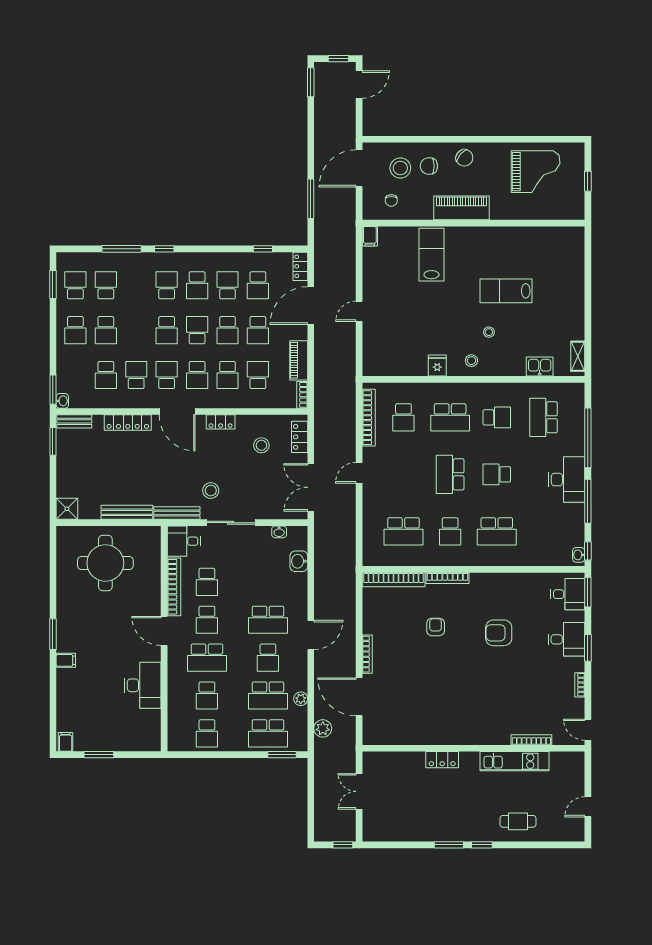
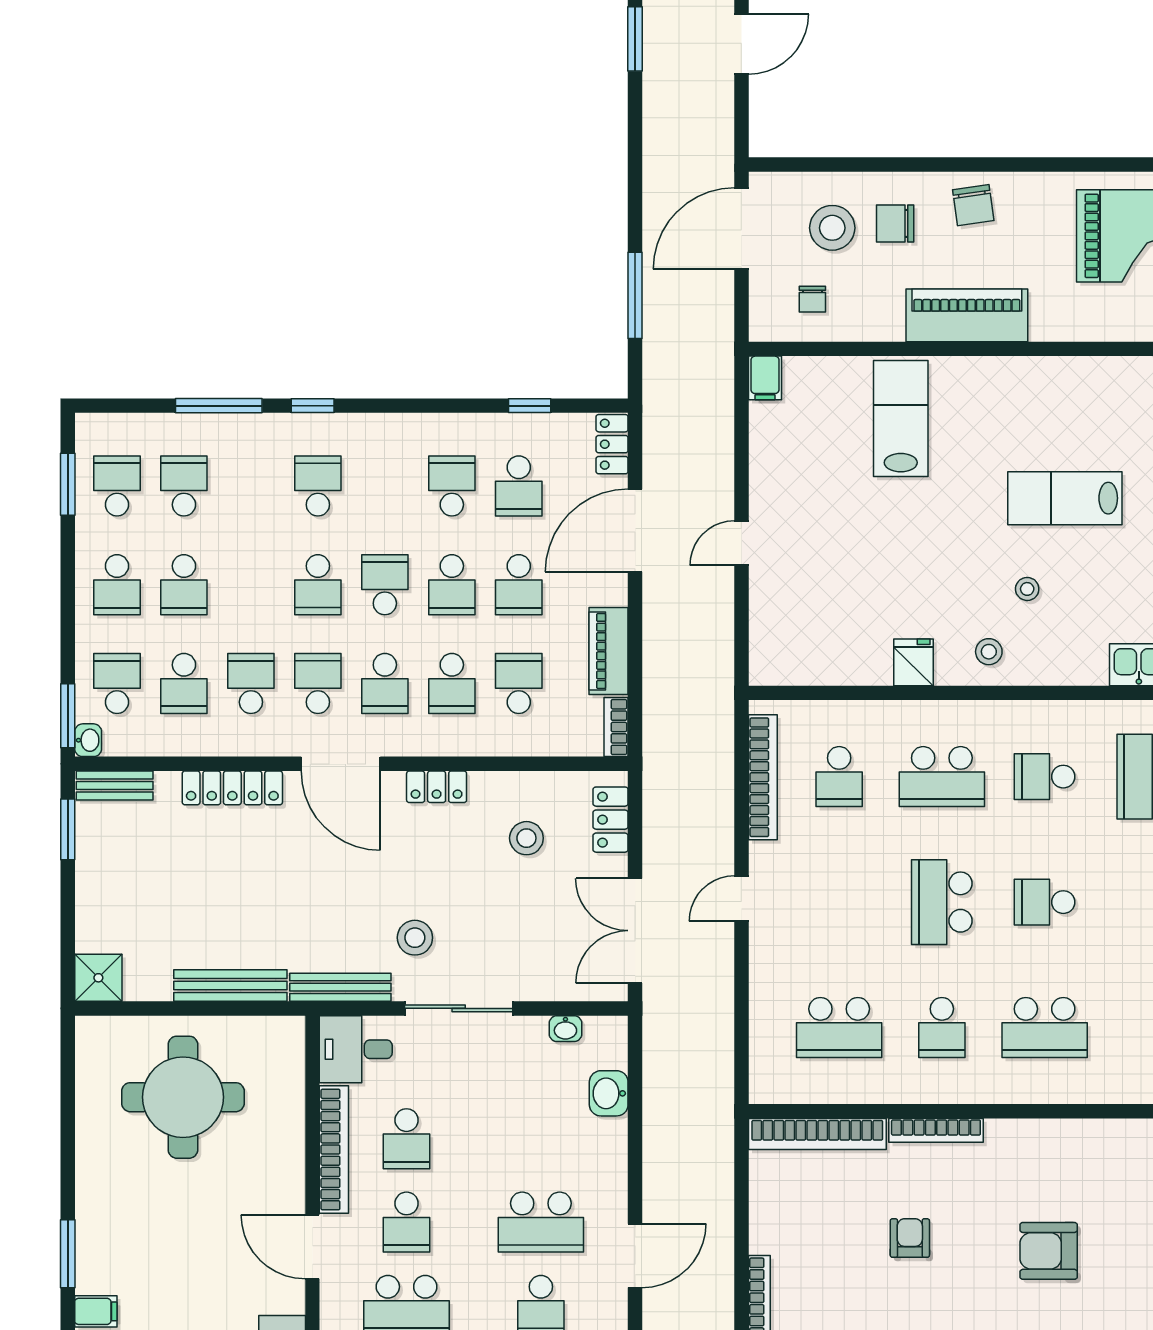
chair: (464, 158) -> (973, 205), turned 41
school desk: (197, 285) -> (117, 683), moved, turned 180
school desk: (497, 417) -> (1045, 777), turned 180

